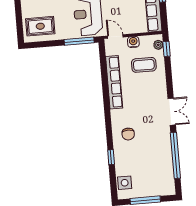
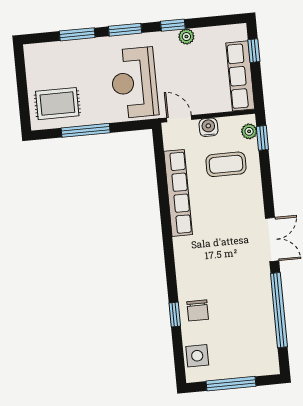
window: (79, 41) -> (86, 130), moved
chair: (128, 134) -> (198, 310), moved

